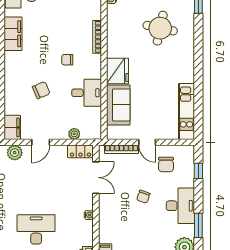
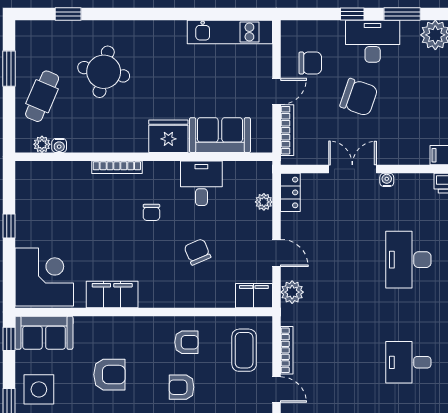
window: (198, 171) -> (352, 14), moved
double door: (96, 178) -> (352, 169), moved
chair: (143, 197) -> (359, 97), width x1.87, depth x1.87

